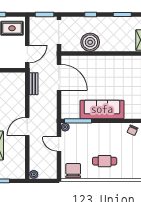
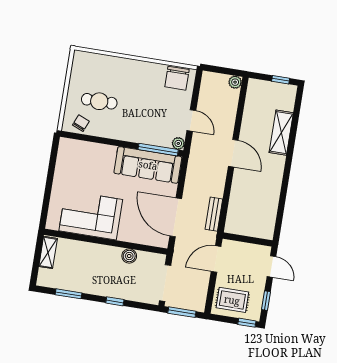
boiler: (90, 42) -> (129, 256), width x0.54, depth x0.54
corner sofa: (116, 70) -> (91, 215), added
sofa: (102, 109) -> (148, 165), moved
door: (27, 127) -> (233, 153), hinge flipped
cafe table: (105, 161) -> (99, 101), moved

